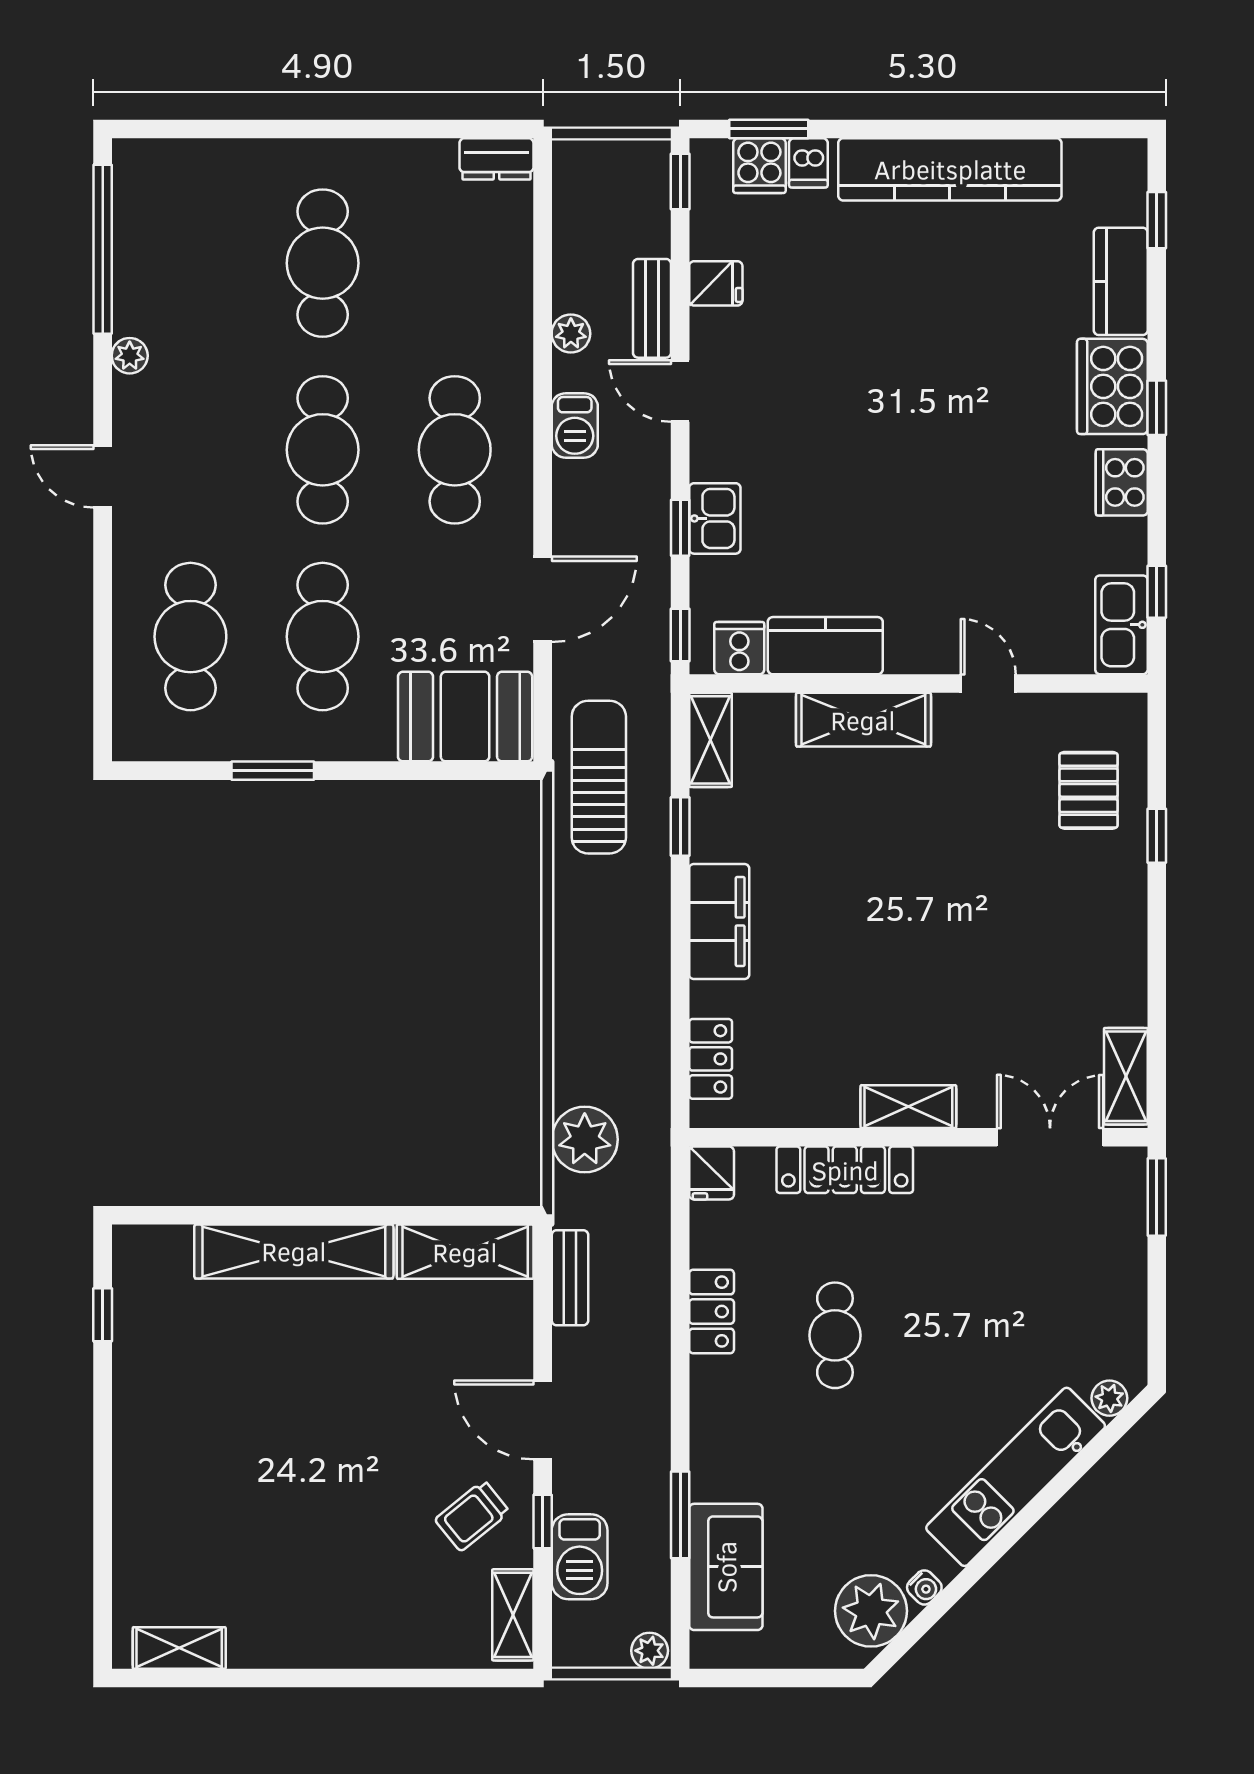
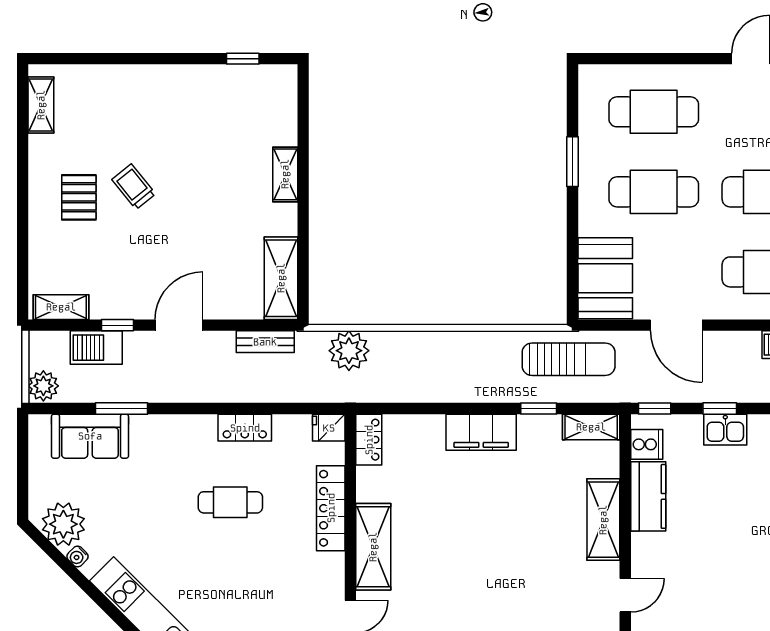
locker: (711, 1059) -> (369, 440), moved, turned -90
shelving: (908, 1107) -> (373, 547), width x1.50, depth x1.33
shelving: (294, 1251) -> (285, 174), width x0.45, depth x0.75
trolley: (472, 1516) -> (134, 187), moved
pallet: (332, 1585) -> (79, 197), added
plant: (650, 1651) -> (43, 386), width x1.38, depth x1.38

